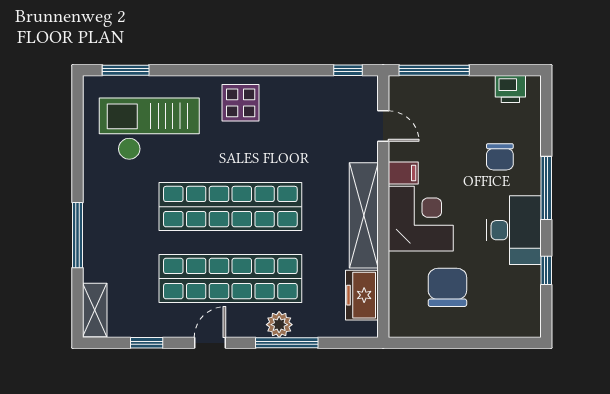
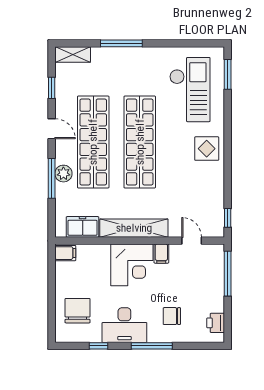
door: (383, 126) -> (192, 241), swing flipped
chair: (447, 287) -> (78, 311), moved, turned -90
filing cabinet: (402, 322) -> (65, 253), added

